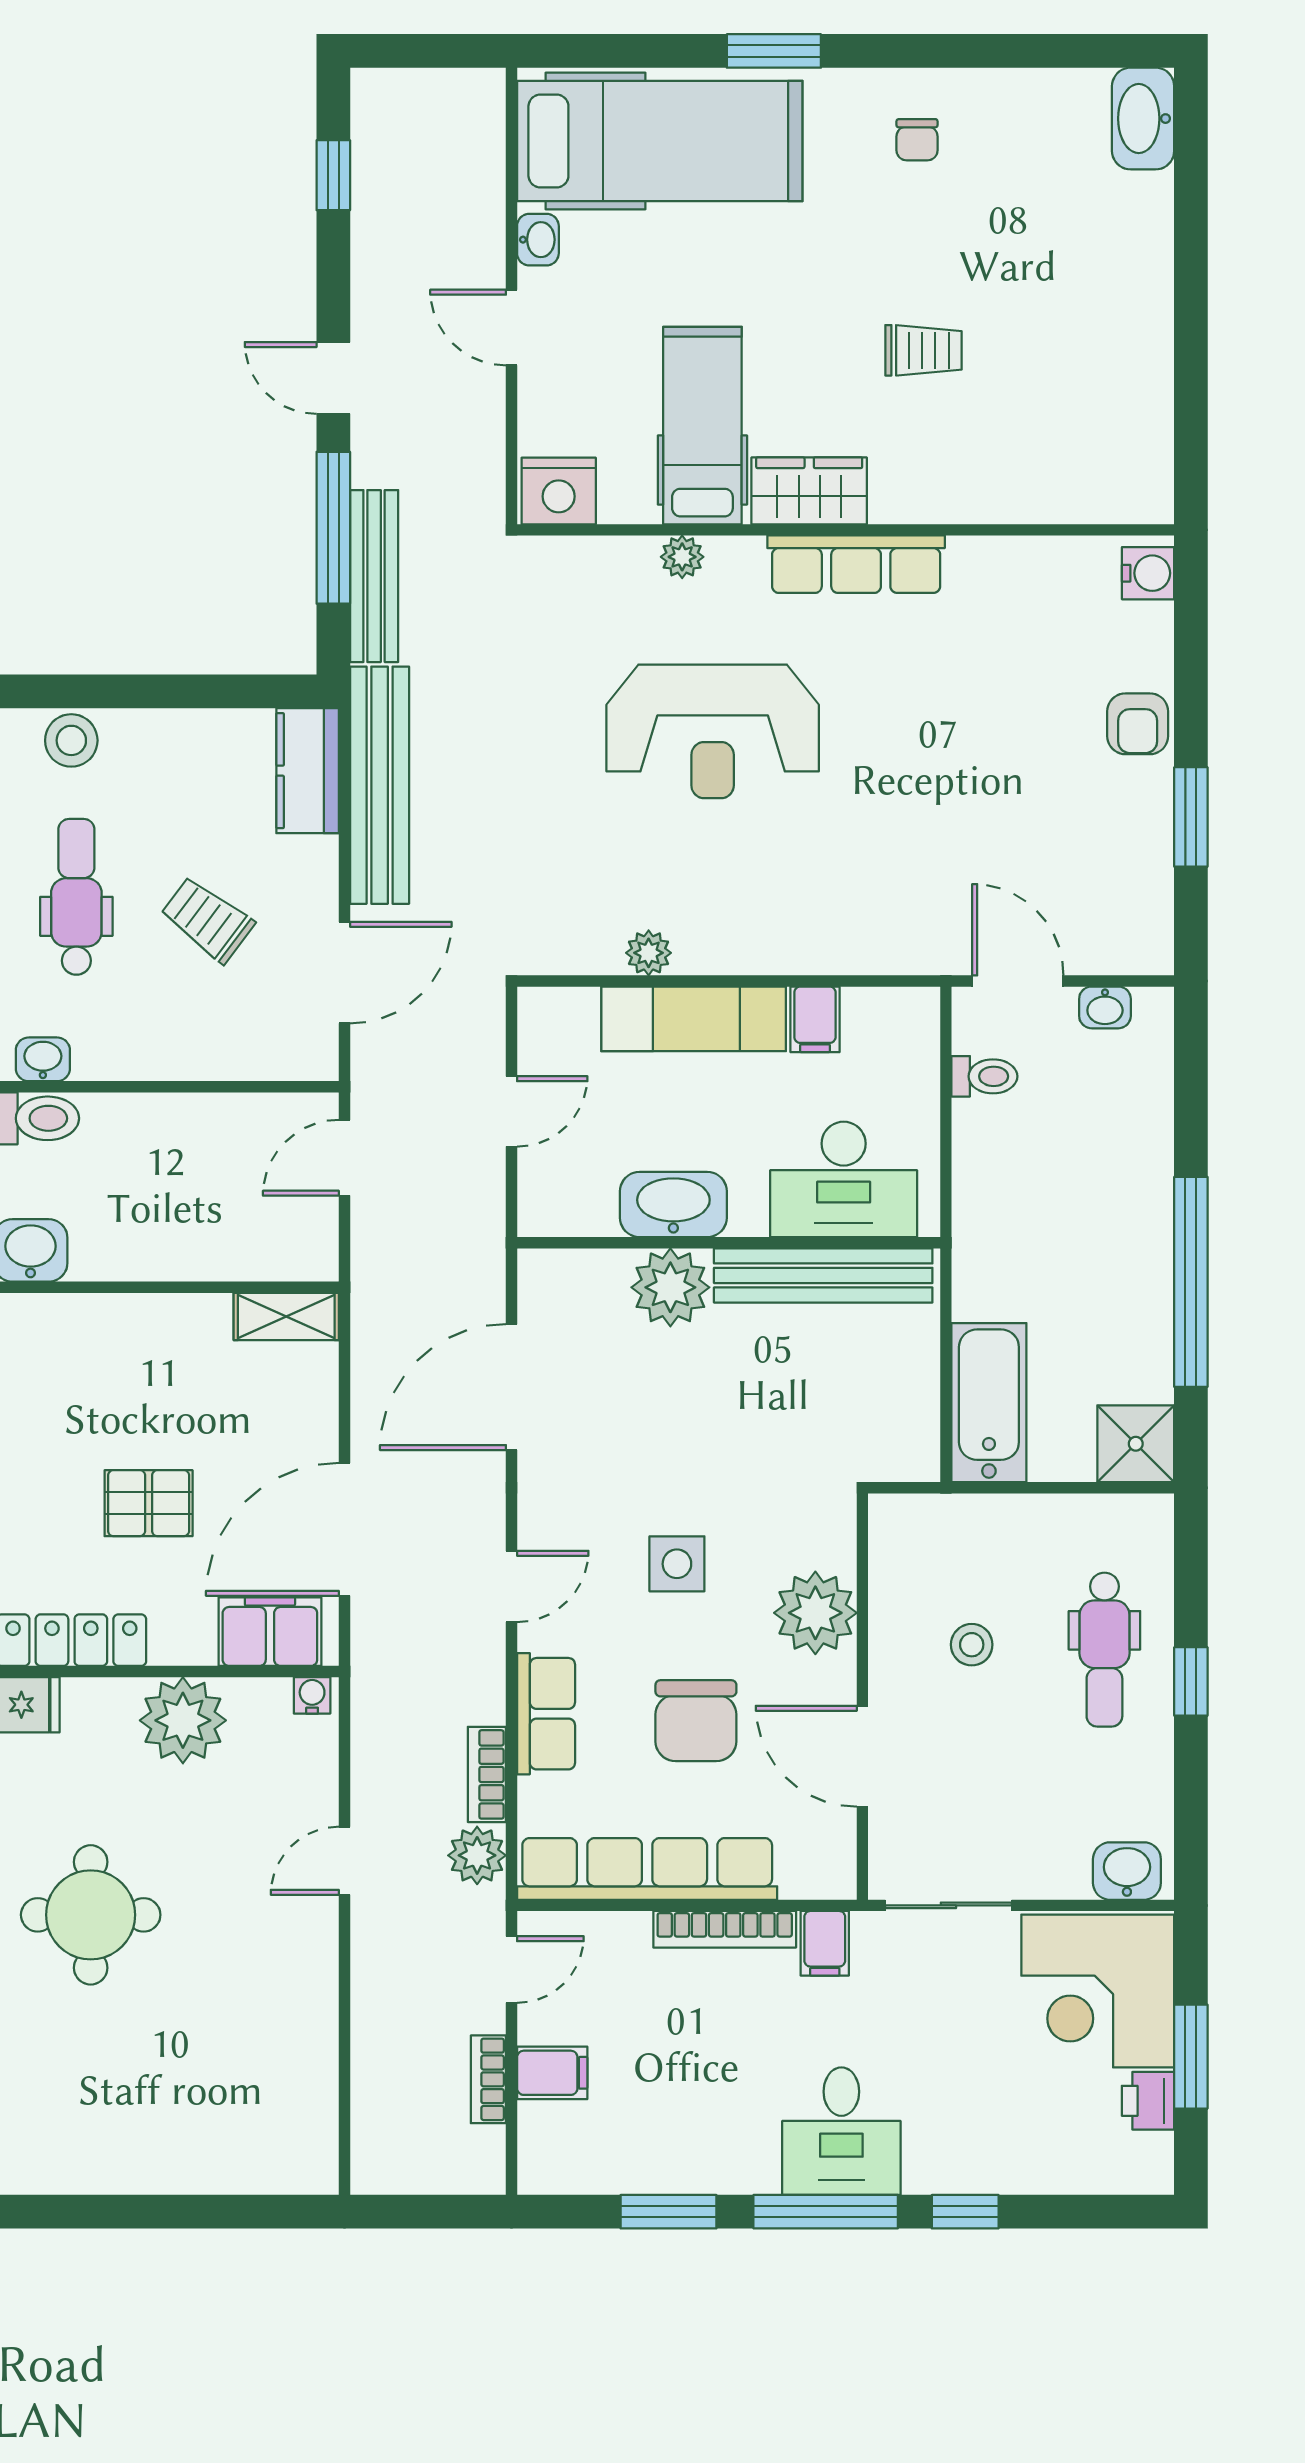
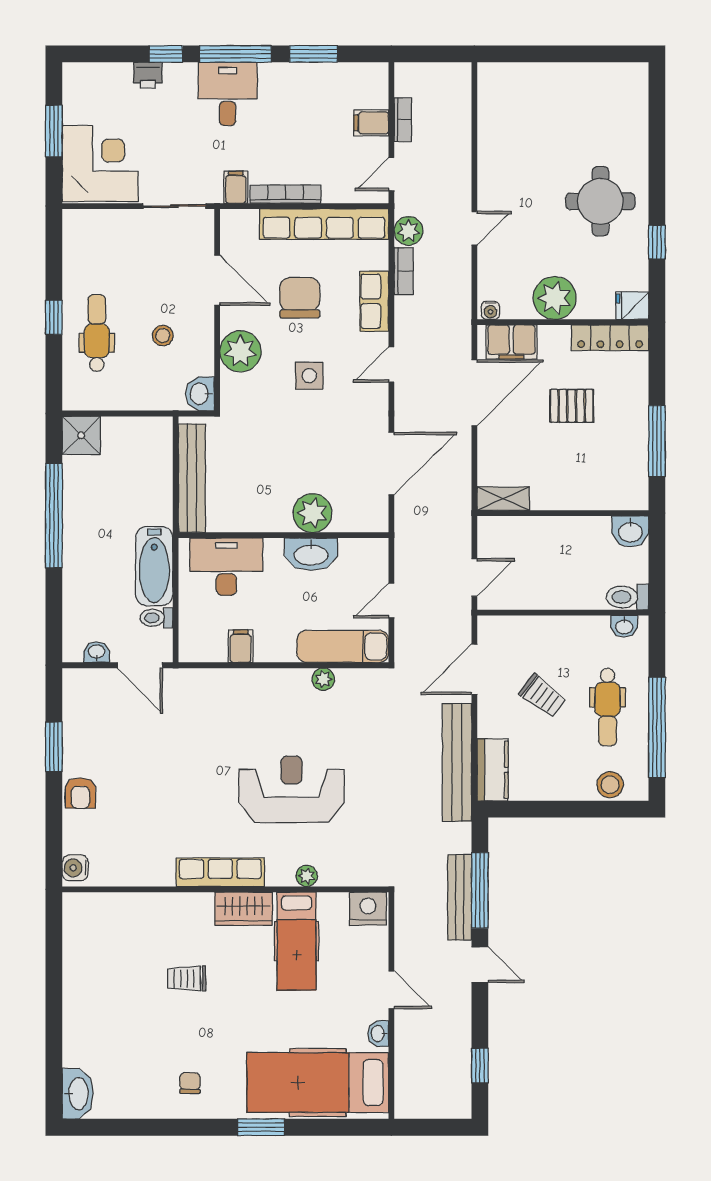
bench: (374, 576) -> (460, 897), moved
armchair: (1138, 724) -> (80, 793), turned 180
exam couch: (694, 1019) -> (343, 646), moved
bench: (823, 1275) -> (192, 478), moved, turned 90
bathtub: (989, 1403) -> (154, 566), moved
washbasin: (1127, 1871) -> (200, 394), moved, turned 90
printer: (1148, 2101) -> (148, 75), moved, turned 90

